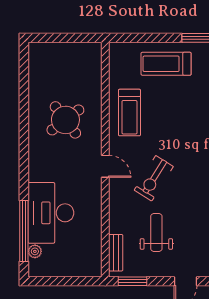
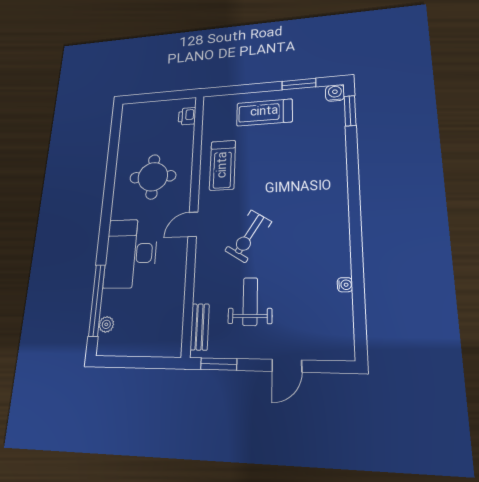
printer: (94, 61) -> (187, 116), added
round table: (65, 120) -> (153, 177), turned 37
door: (105, 166) -> (193, 224), swing flipped
desk: (51, 213) -> (131, 253), moved

